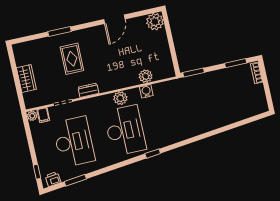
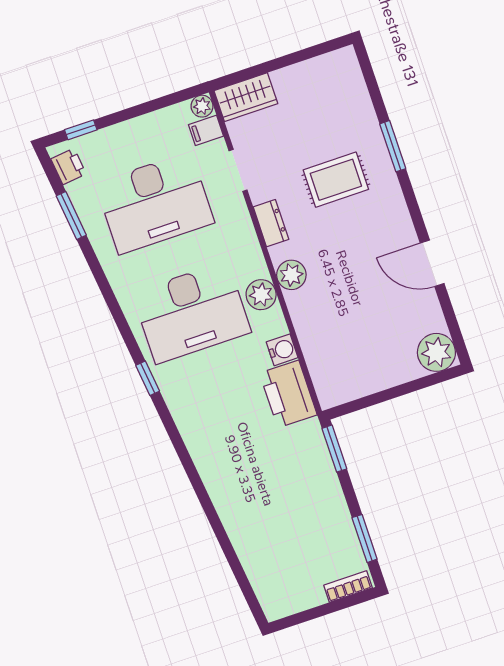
plant: (146, 76) -> (291, 275), moved
wardrobe: (26, 78) -> (246, 97), moved
printer: (167, 91) -> (288, 394), added

